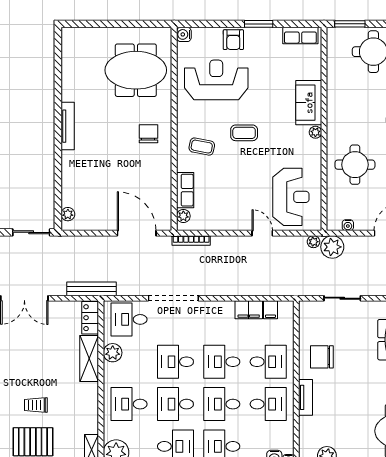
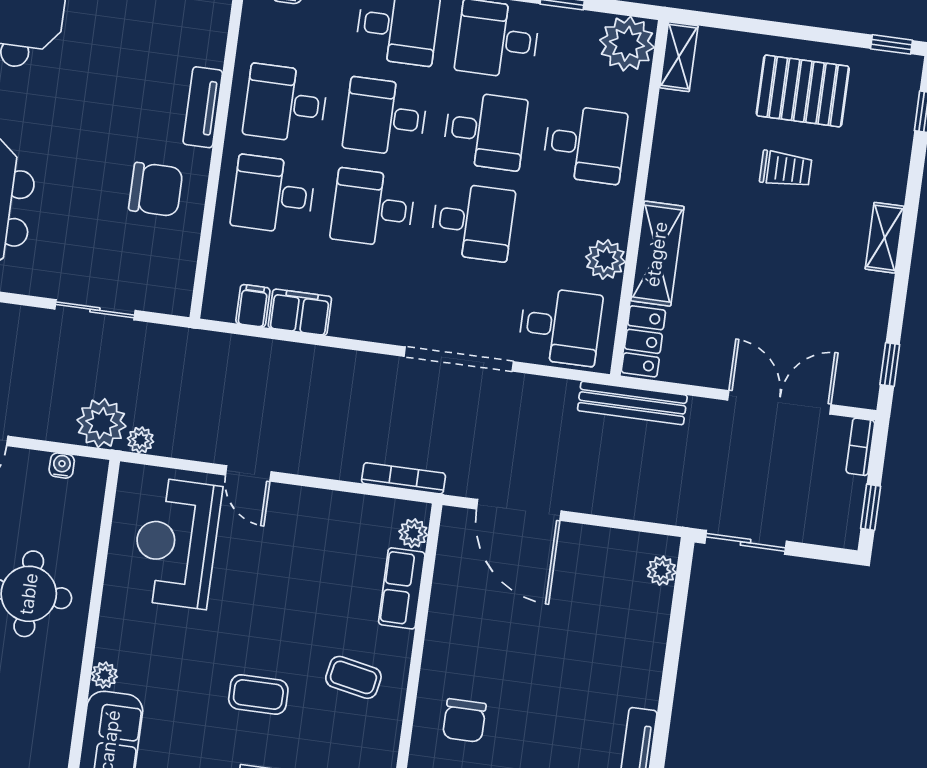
desk: (222, 362) -> (373, 208), turned 180
desk: (222, 404) -> (385, 117), turned 180

